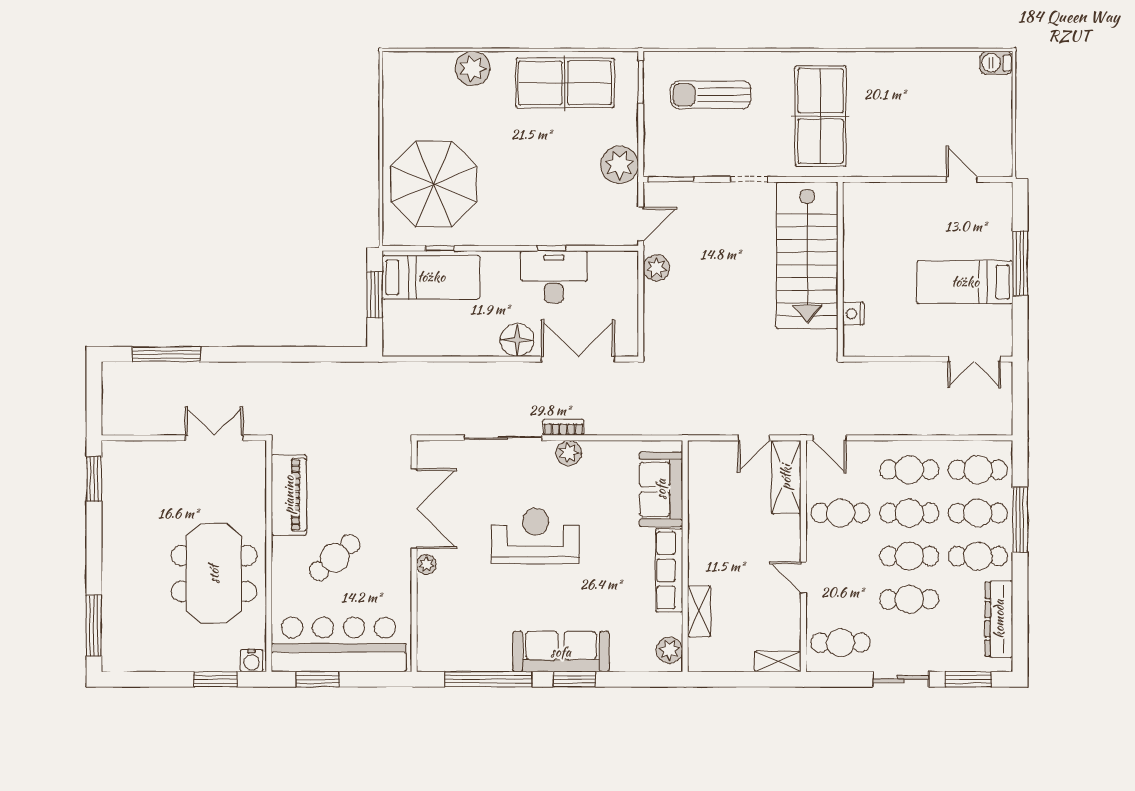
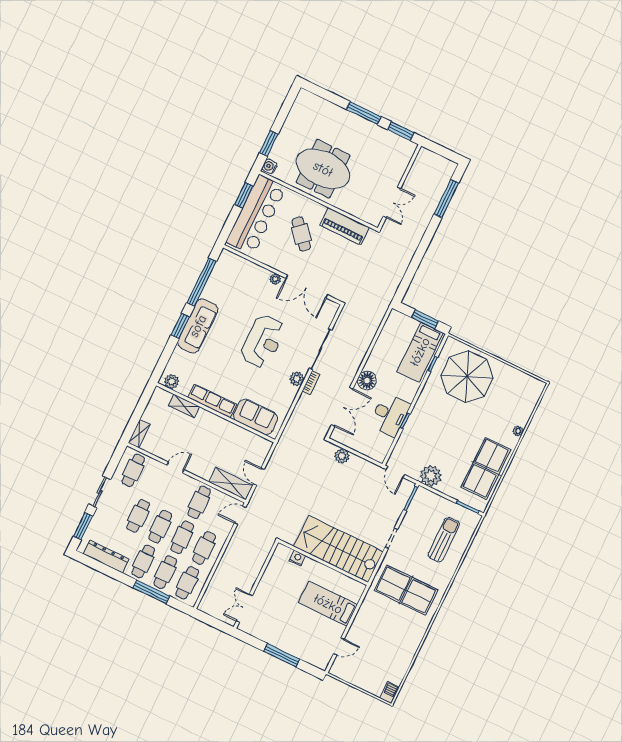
plant: (473, 68) -> (518, 431), width x0.53, depth x0.53
plant: (656, 268) -> (342, 456), moved
bed: (965, 282) -> (328, 604), moved, turned -90
window: (94, 626) -> (364, 113), moved

